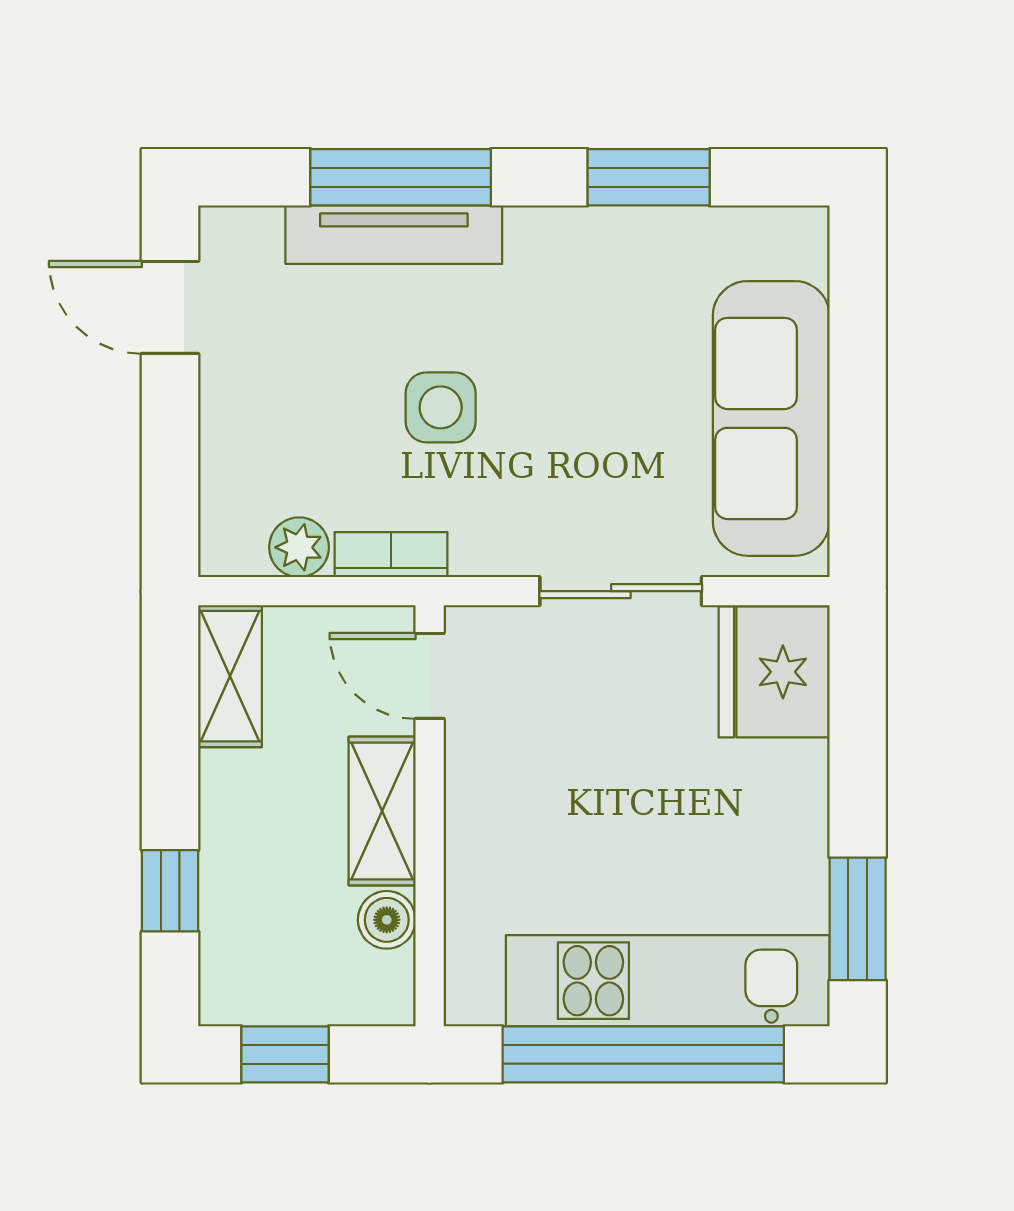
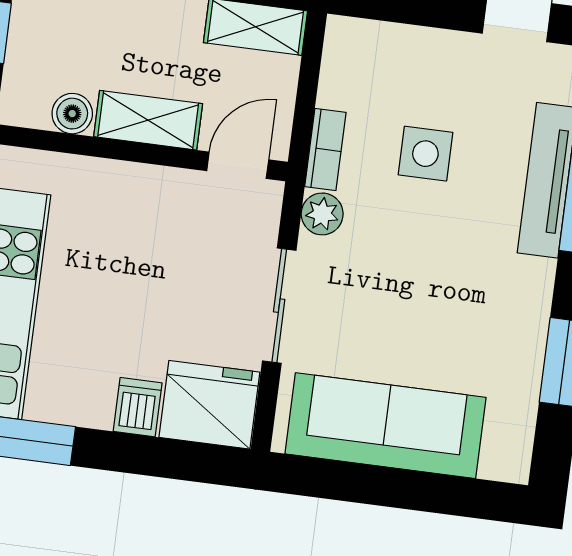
side table: (441, 407) -> (425, 154), moved
plant: (299, 547) -> (322, 214), moved
dishwasher: (791, 773) -> (138, 407), added

